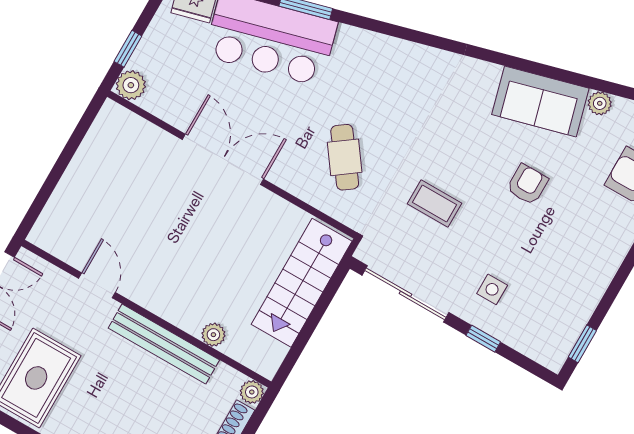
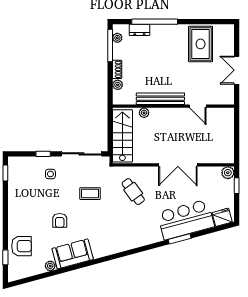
door: (97, 285) -> (198, 106), moved
wall: (146, 314) -> (173, 106), moved
plant: (213, 335) -> (144, 113), moved
bench: (164, 344) -> (160, 99), moved

